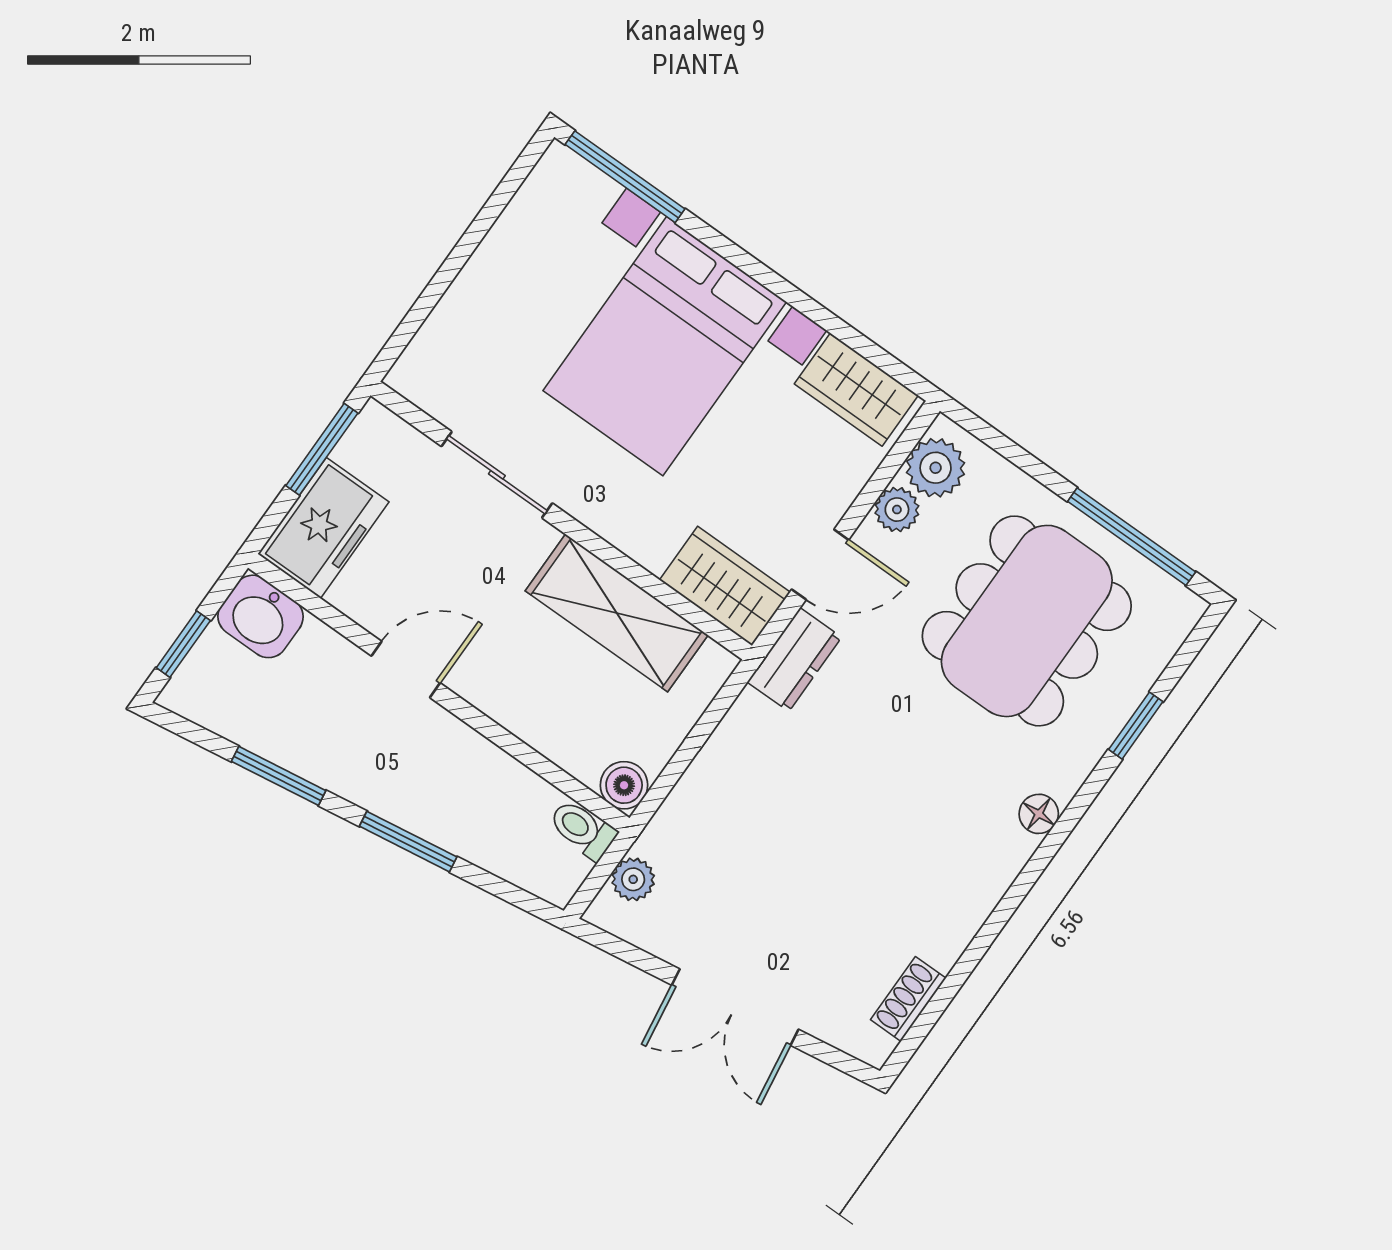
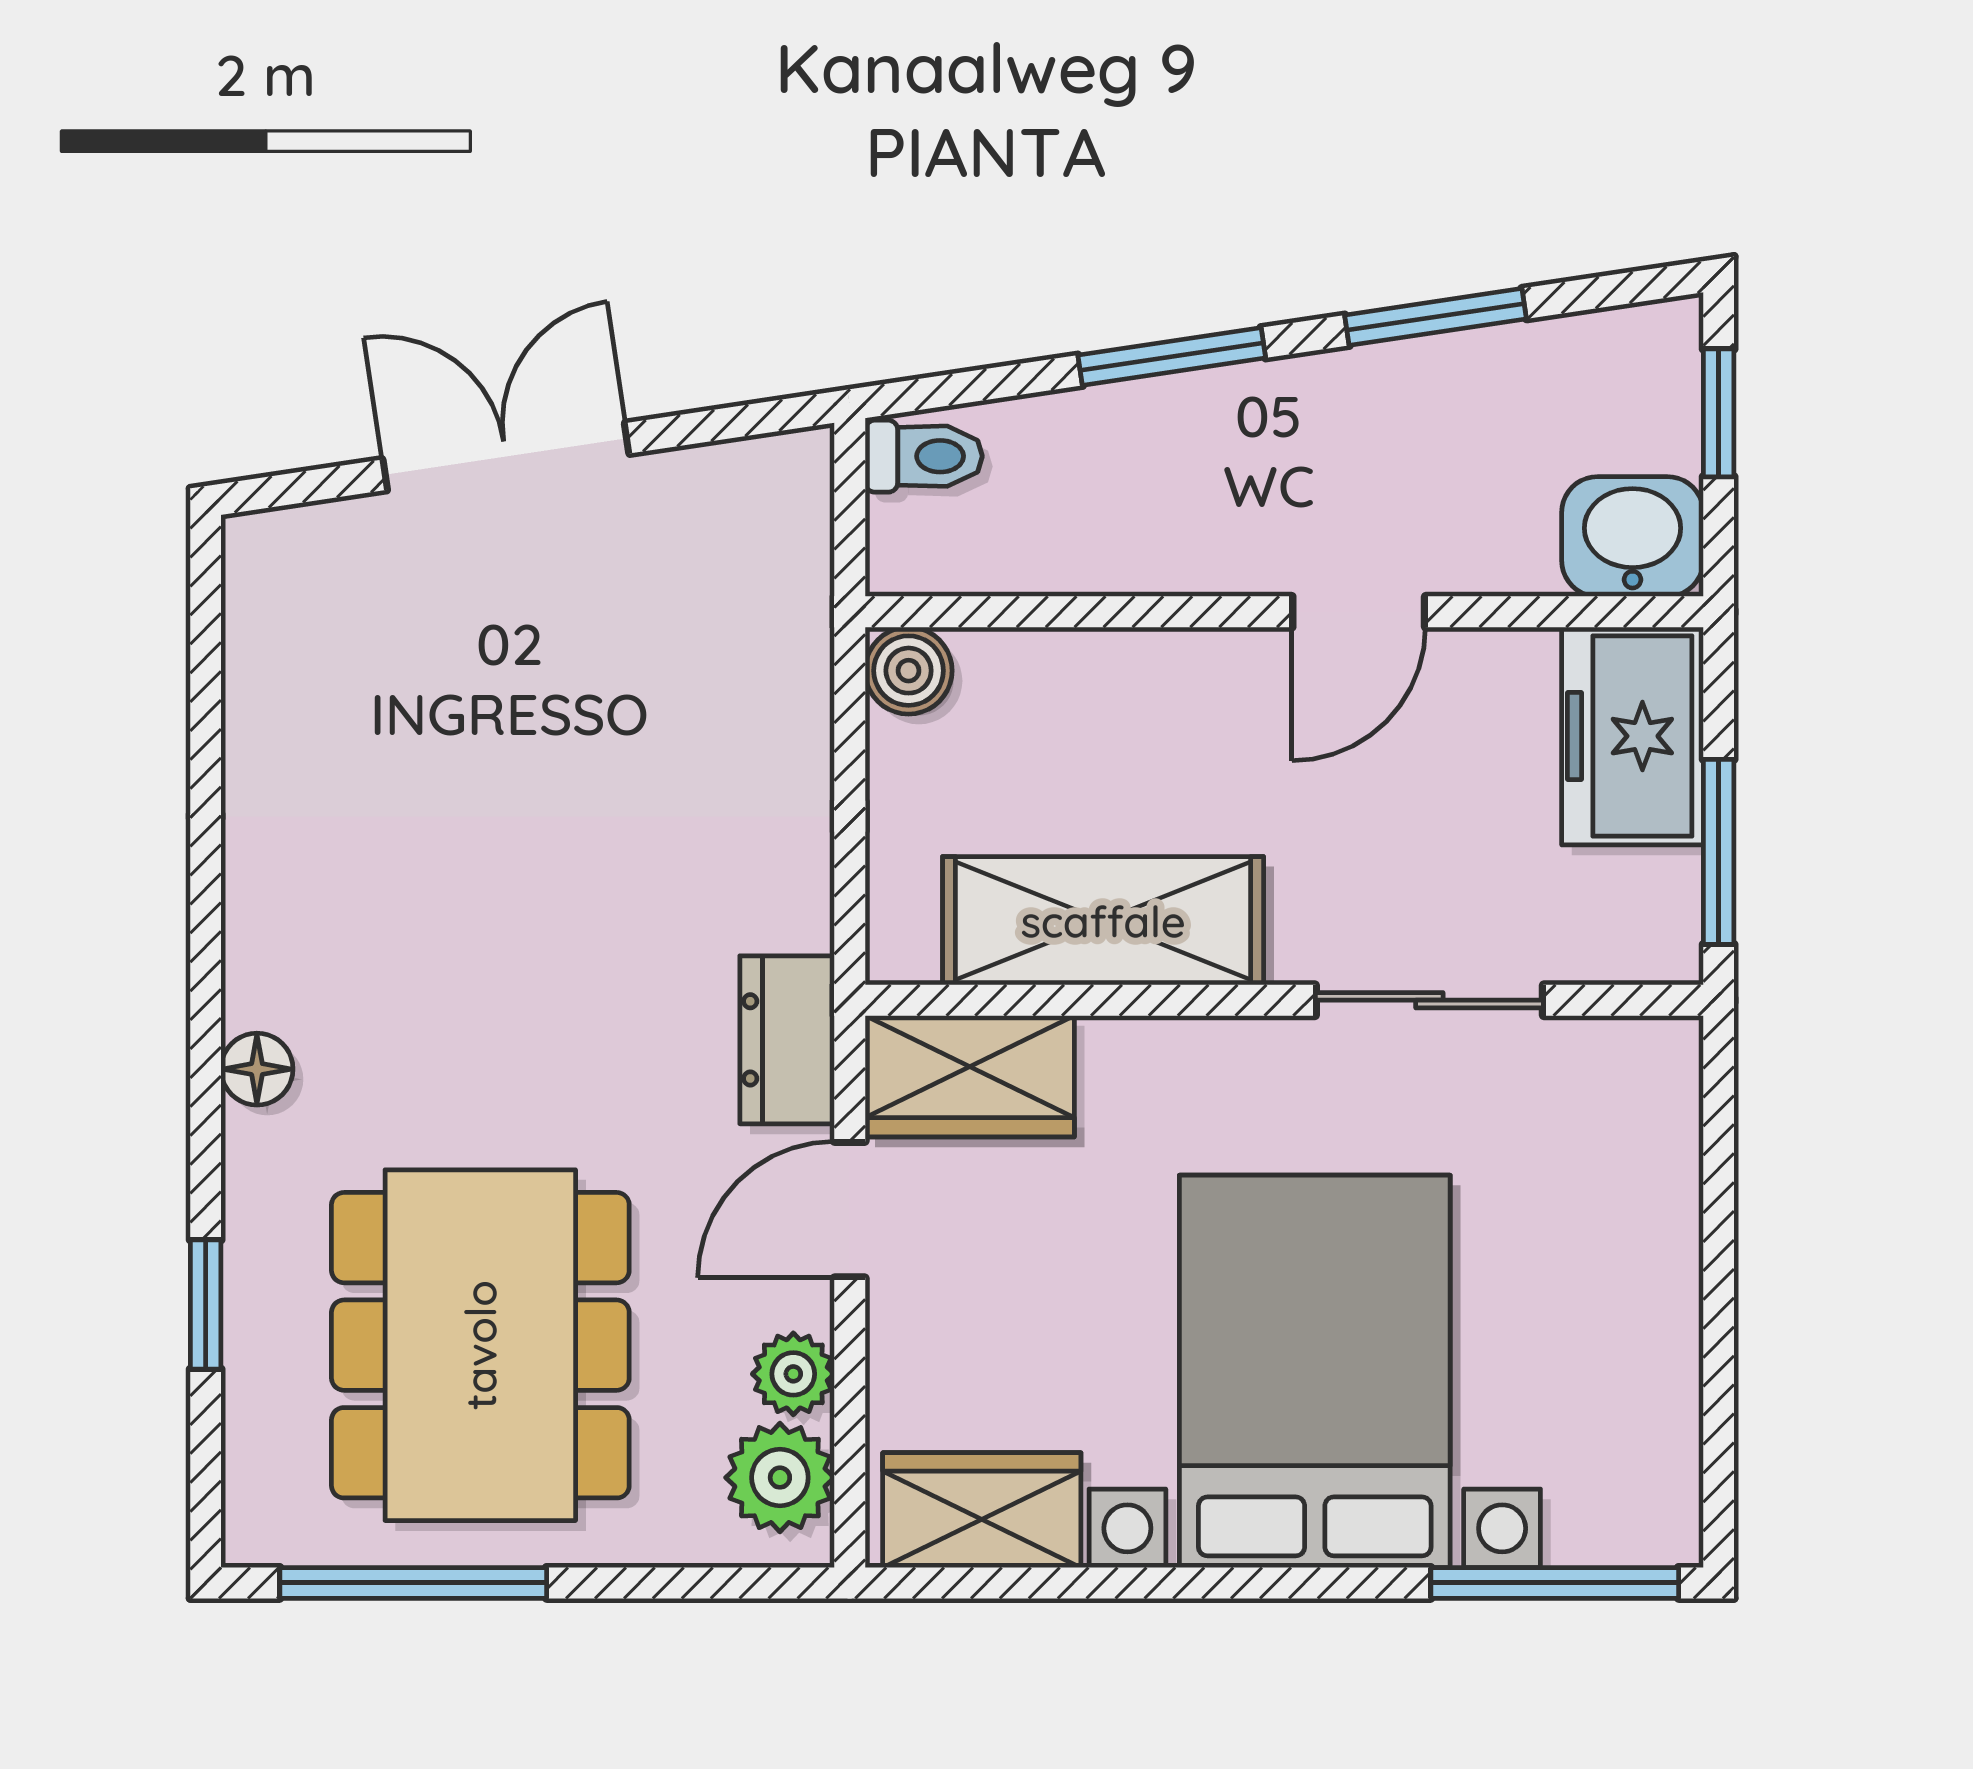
toilet: (583, 829) -> (924, 456), moved
plant: (633, 879) -> (795, 539), removed
shoe rack: (908, 999) -> (256, 653), removed

